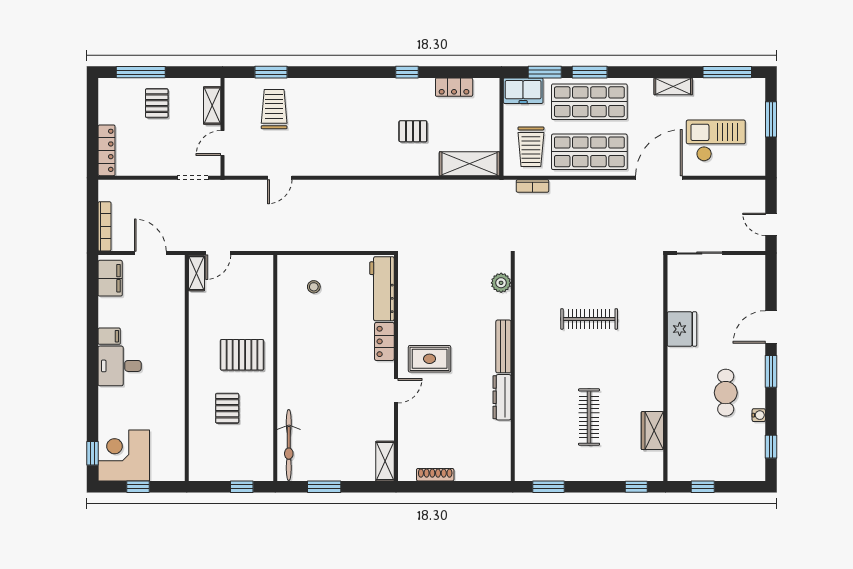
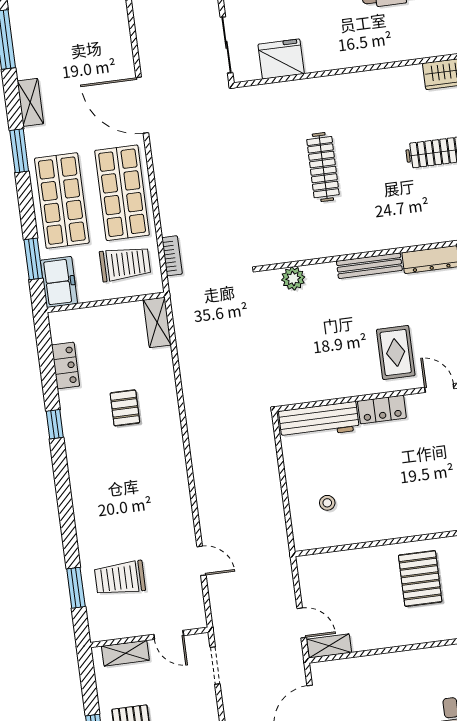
window: (590, 72) -> (19, 151), moved
checkout: (716, 141) -> (89, 43), removed
shelving: (469, 164) -> (157, 322), width x0.67, depth x0.75
fridge: (682, 329) -> (281, 59), moved

